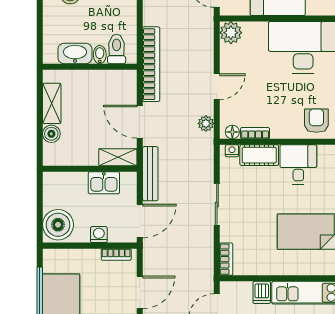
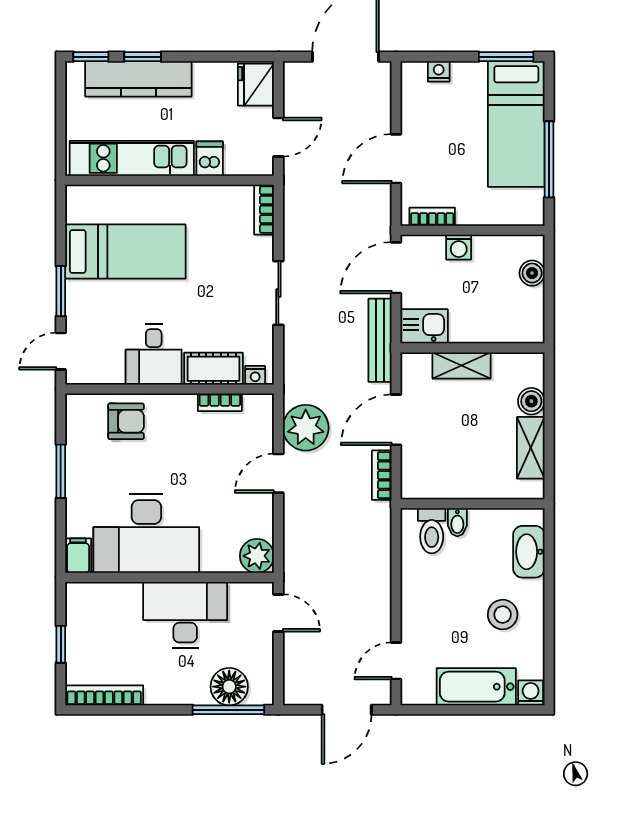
washbasin: (75, 53) -> (529, 552), moved, turned 90
bookcase: (151, 64) -> (382, 475), width x0.43, depth x0.76
armchair: (316, 121) -> (126, 421), turned -90
door: (140, 122) -> (396, 420), swing flipped
plant: (206, 123) -> (306, 428), width x1.87, depth x1.87
floor lamp: (232, 132) -> (255, 404), removed
shelving: (118, 157) -> (461, 365), moved
kitchen sink: (104, 183) -> (424, 326), moved
boiler: (58, 225) -> (532, 273), width x0.54, depth x0.54

